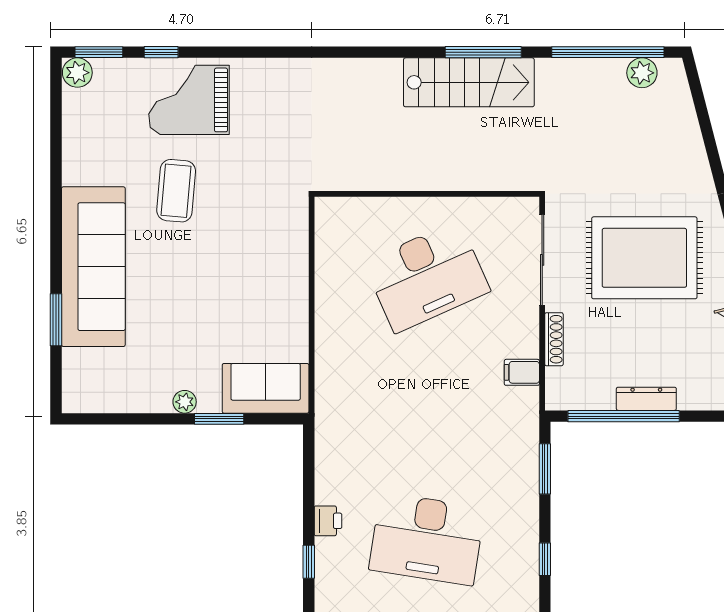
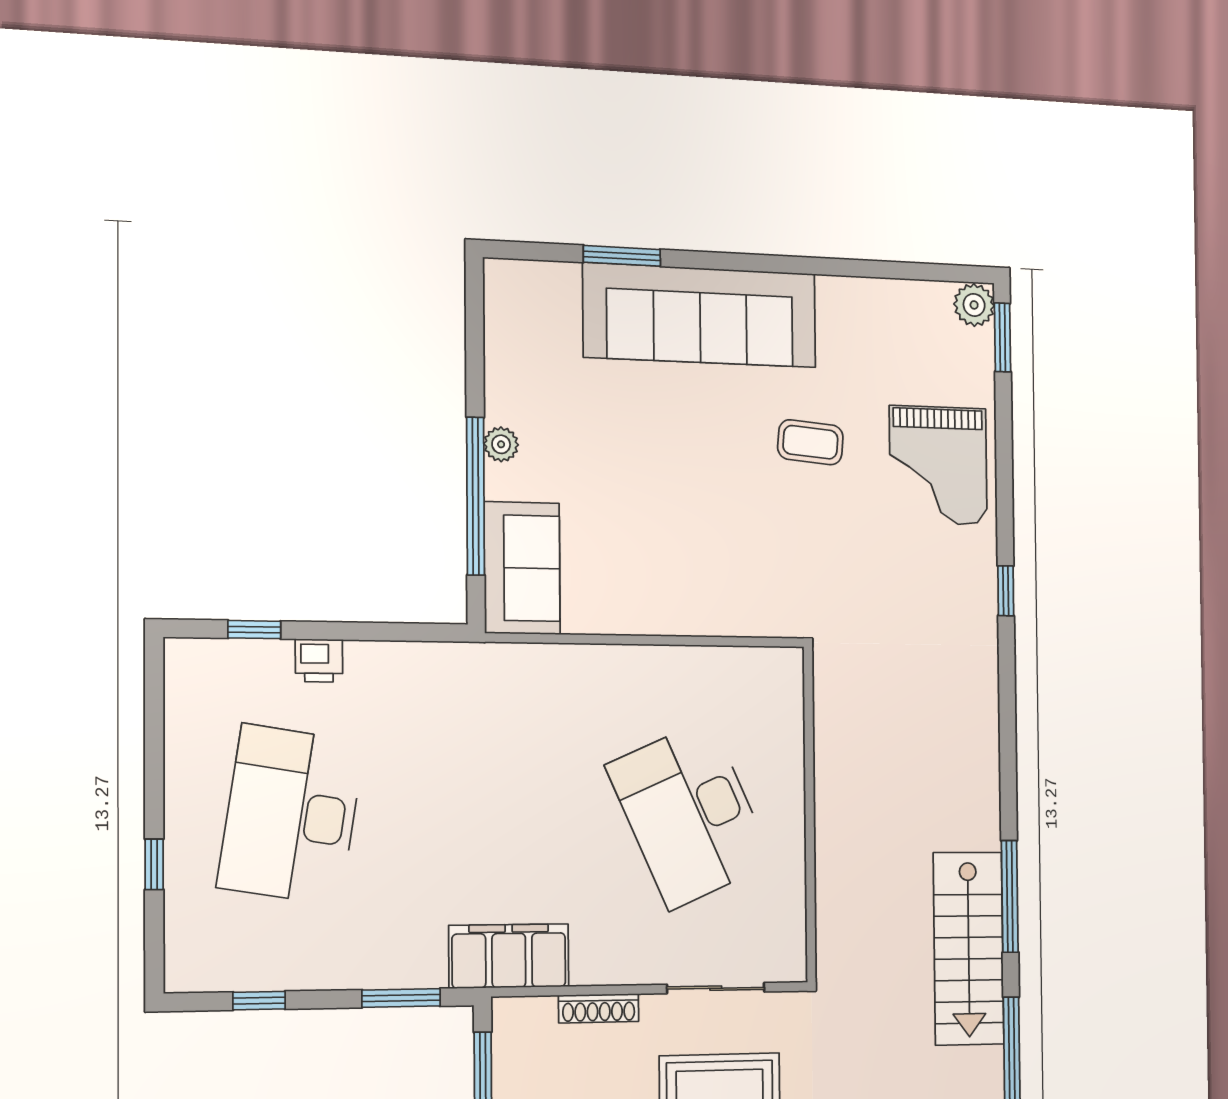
window: (161, 52) -> (1006, 591), moved
stairs: (469, 82) -> (969, 948), moved
grand piano: (189, 100) -> (938, 465), turned 180
coffee table: (176, 191) -> (810, 442), width x0.73, depth x0.77
sliding door: (542, 260) -> (716, 988), width x0.73
filing cabinet: (522, 372) -> (509, 956), width x3.00, depth x1.17
window: (219, 419) -> (476, 496), width x2.11

